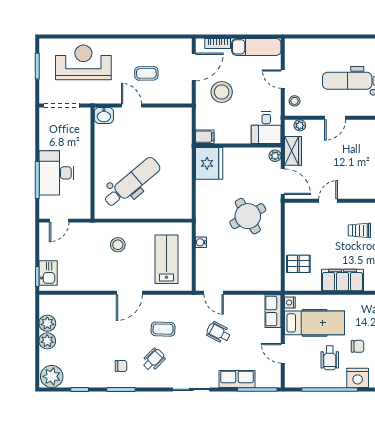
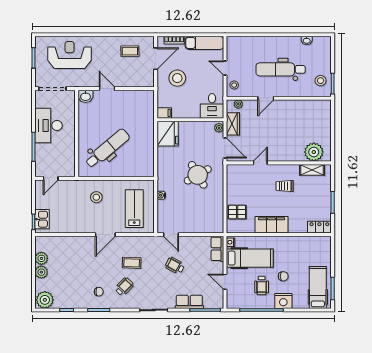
coffee table: (146, 73) -> (130, 51), moved
desk: (56, 173) -> (49, 126), moved

